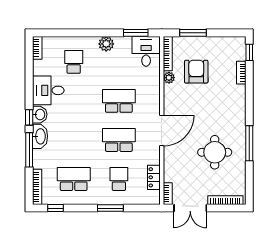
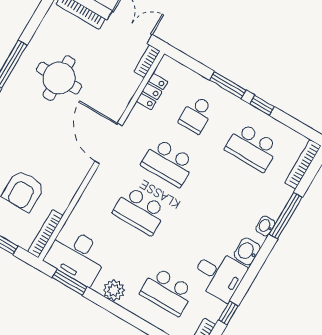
desk: (146, 51) -> (77, 256), width x1.37
school desk: (74, 62) -> (167, 292), width x1.85
plant: (169, 78) -> (61, 203), removed
window: (29, 117) -> (228, 313), moved
door: (162, 131) -> (109, 143), hinge flipped
washbasin: (40, 136) -> (265, 226), width x0.52, depth x0.69
window: (55, 208) -> (262, 105), moved

